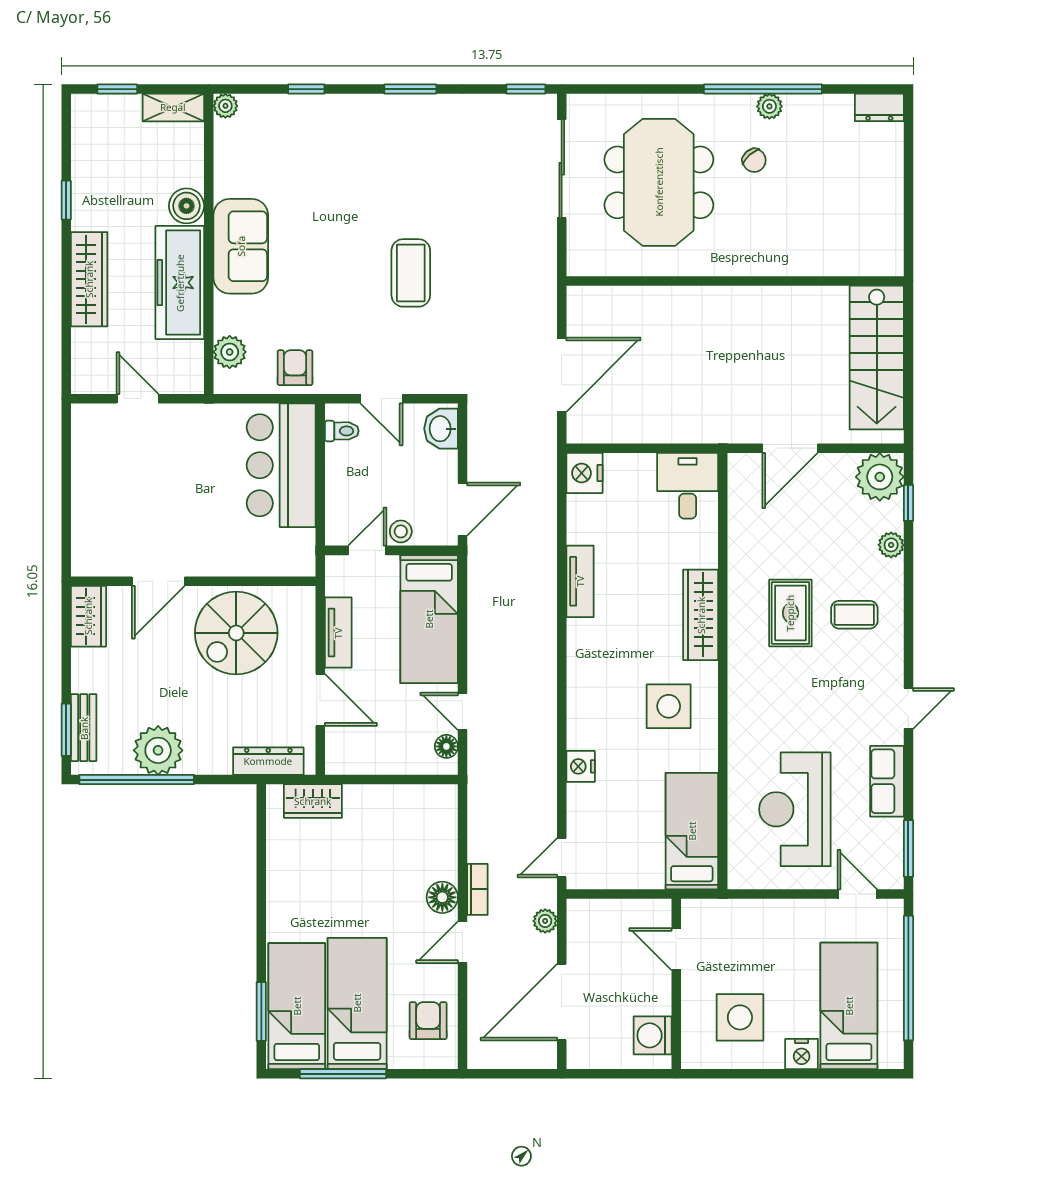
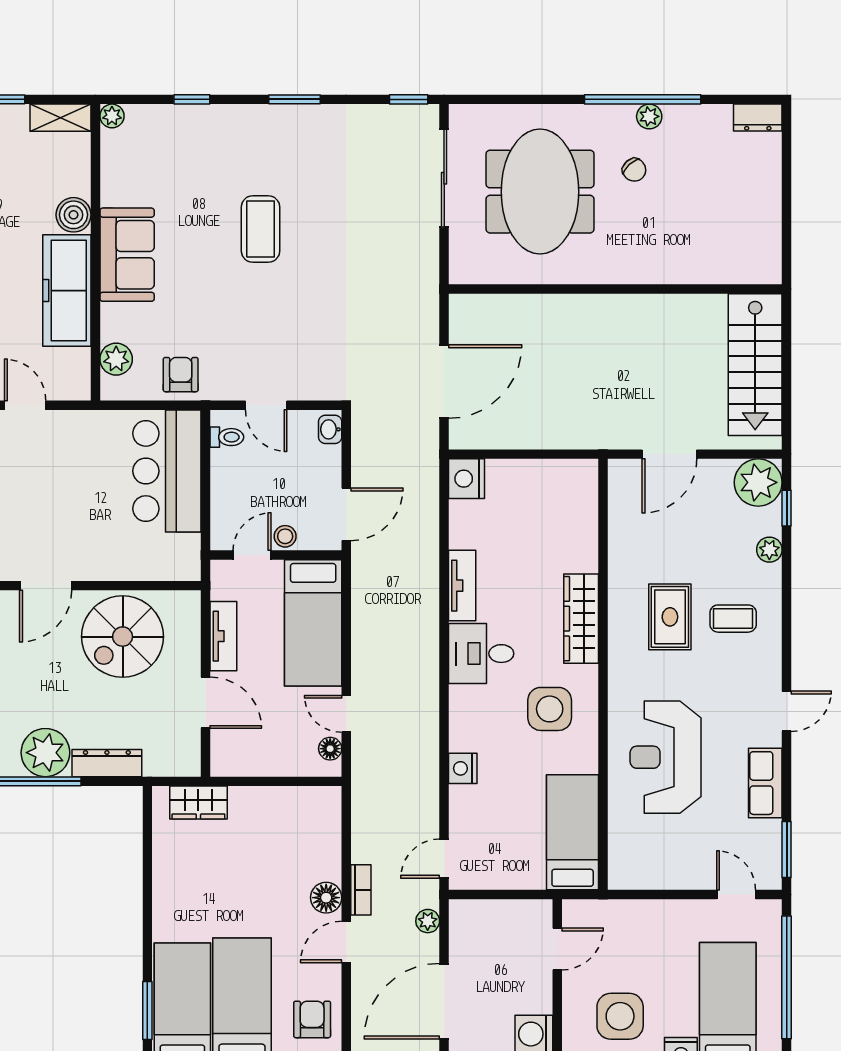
coffee table: (411, 273) -> (261, 229), moved
washbasin: (441, 429) -> (330, 429), width x0.72, depth x0.69
desk: (688, 486) -> (481, 654), moved, turned -90
dresser: (268, 761) -> (107, 763), moved
reception desk: (795, 809) -> (666, 757), moved
door: (676, 949) -> (557, 949), swing flipped

